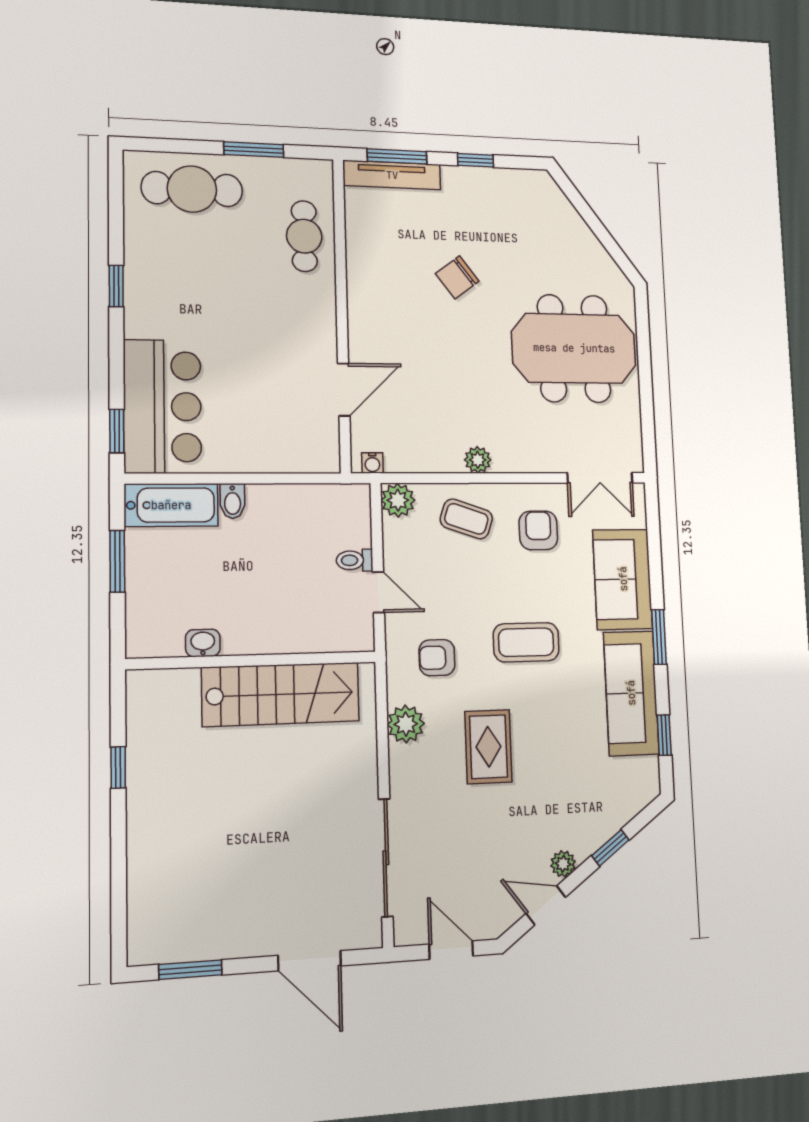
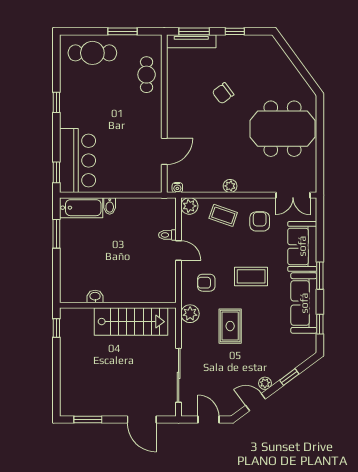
washbasin: (203, 643) -> (95, 297), moved
wall: (252, 660) -> (118, 305), moved
stairs: (281, 694) -> (131, 322), moved

